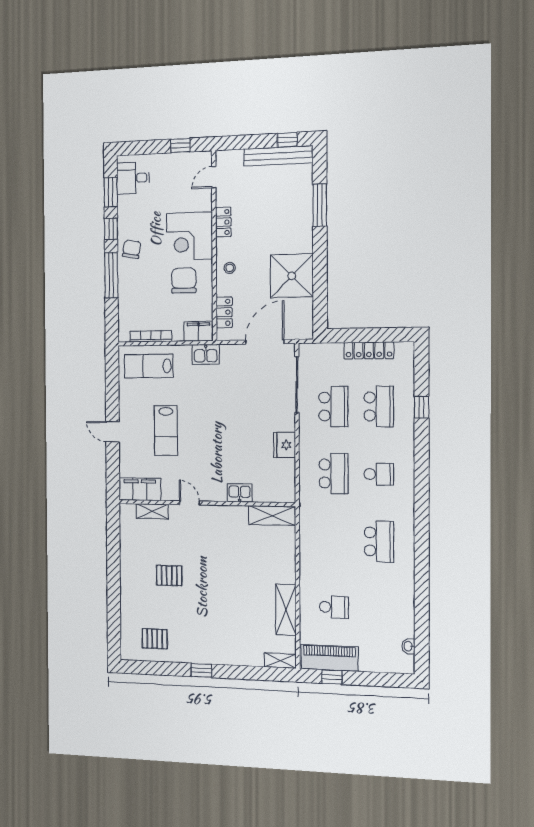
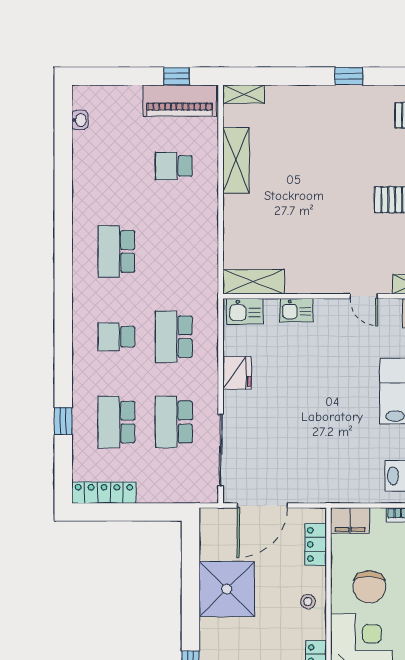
locker: (369, 350) -> (104, 493), moved
kitchen sink: (206, 354) -> (245, 311), moved, turned 180

